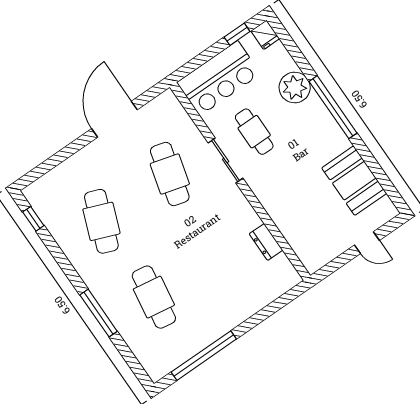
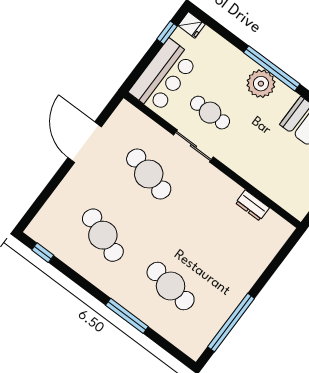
plant: (295, 87) -> (261, 84), moved

